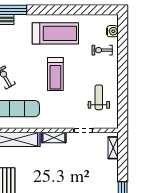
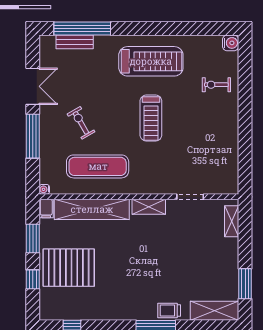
water cooler: (112, 31) -> (231, 43), moved
weight bench: (99, 97) -> (212, 151), removed

